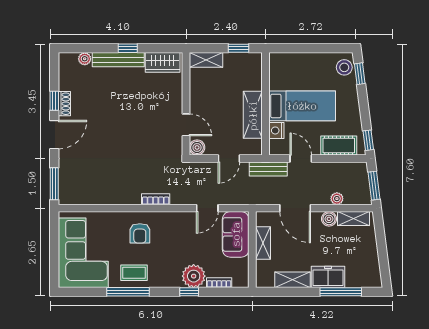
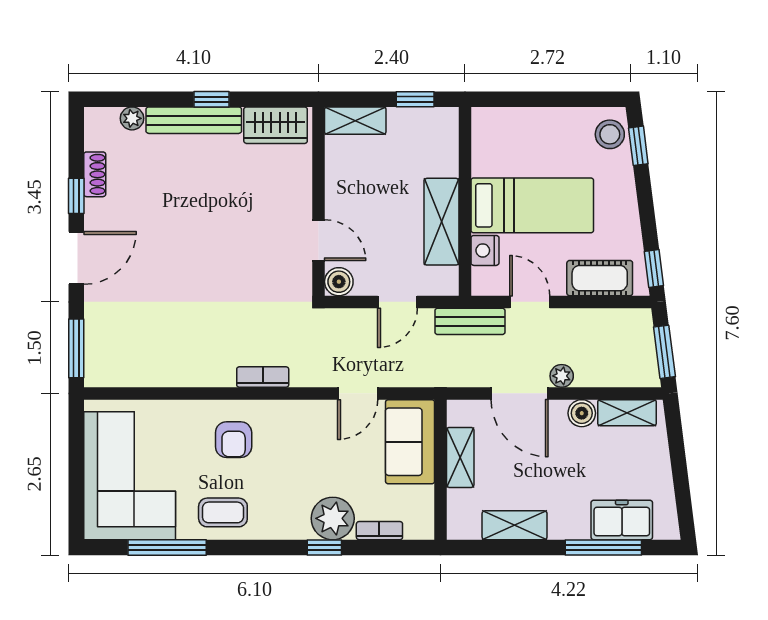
shoe rack: (64, 104) -> (95, 174), moved
plant: (337, 199) -> (562, 376), moved
freezer: (328, 277) -> (622, 520), moved
window: (128, 292) -> (167, 547), moved

